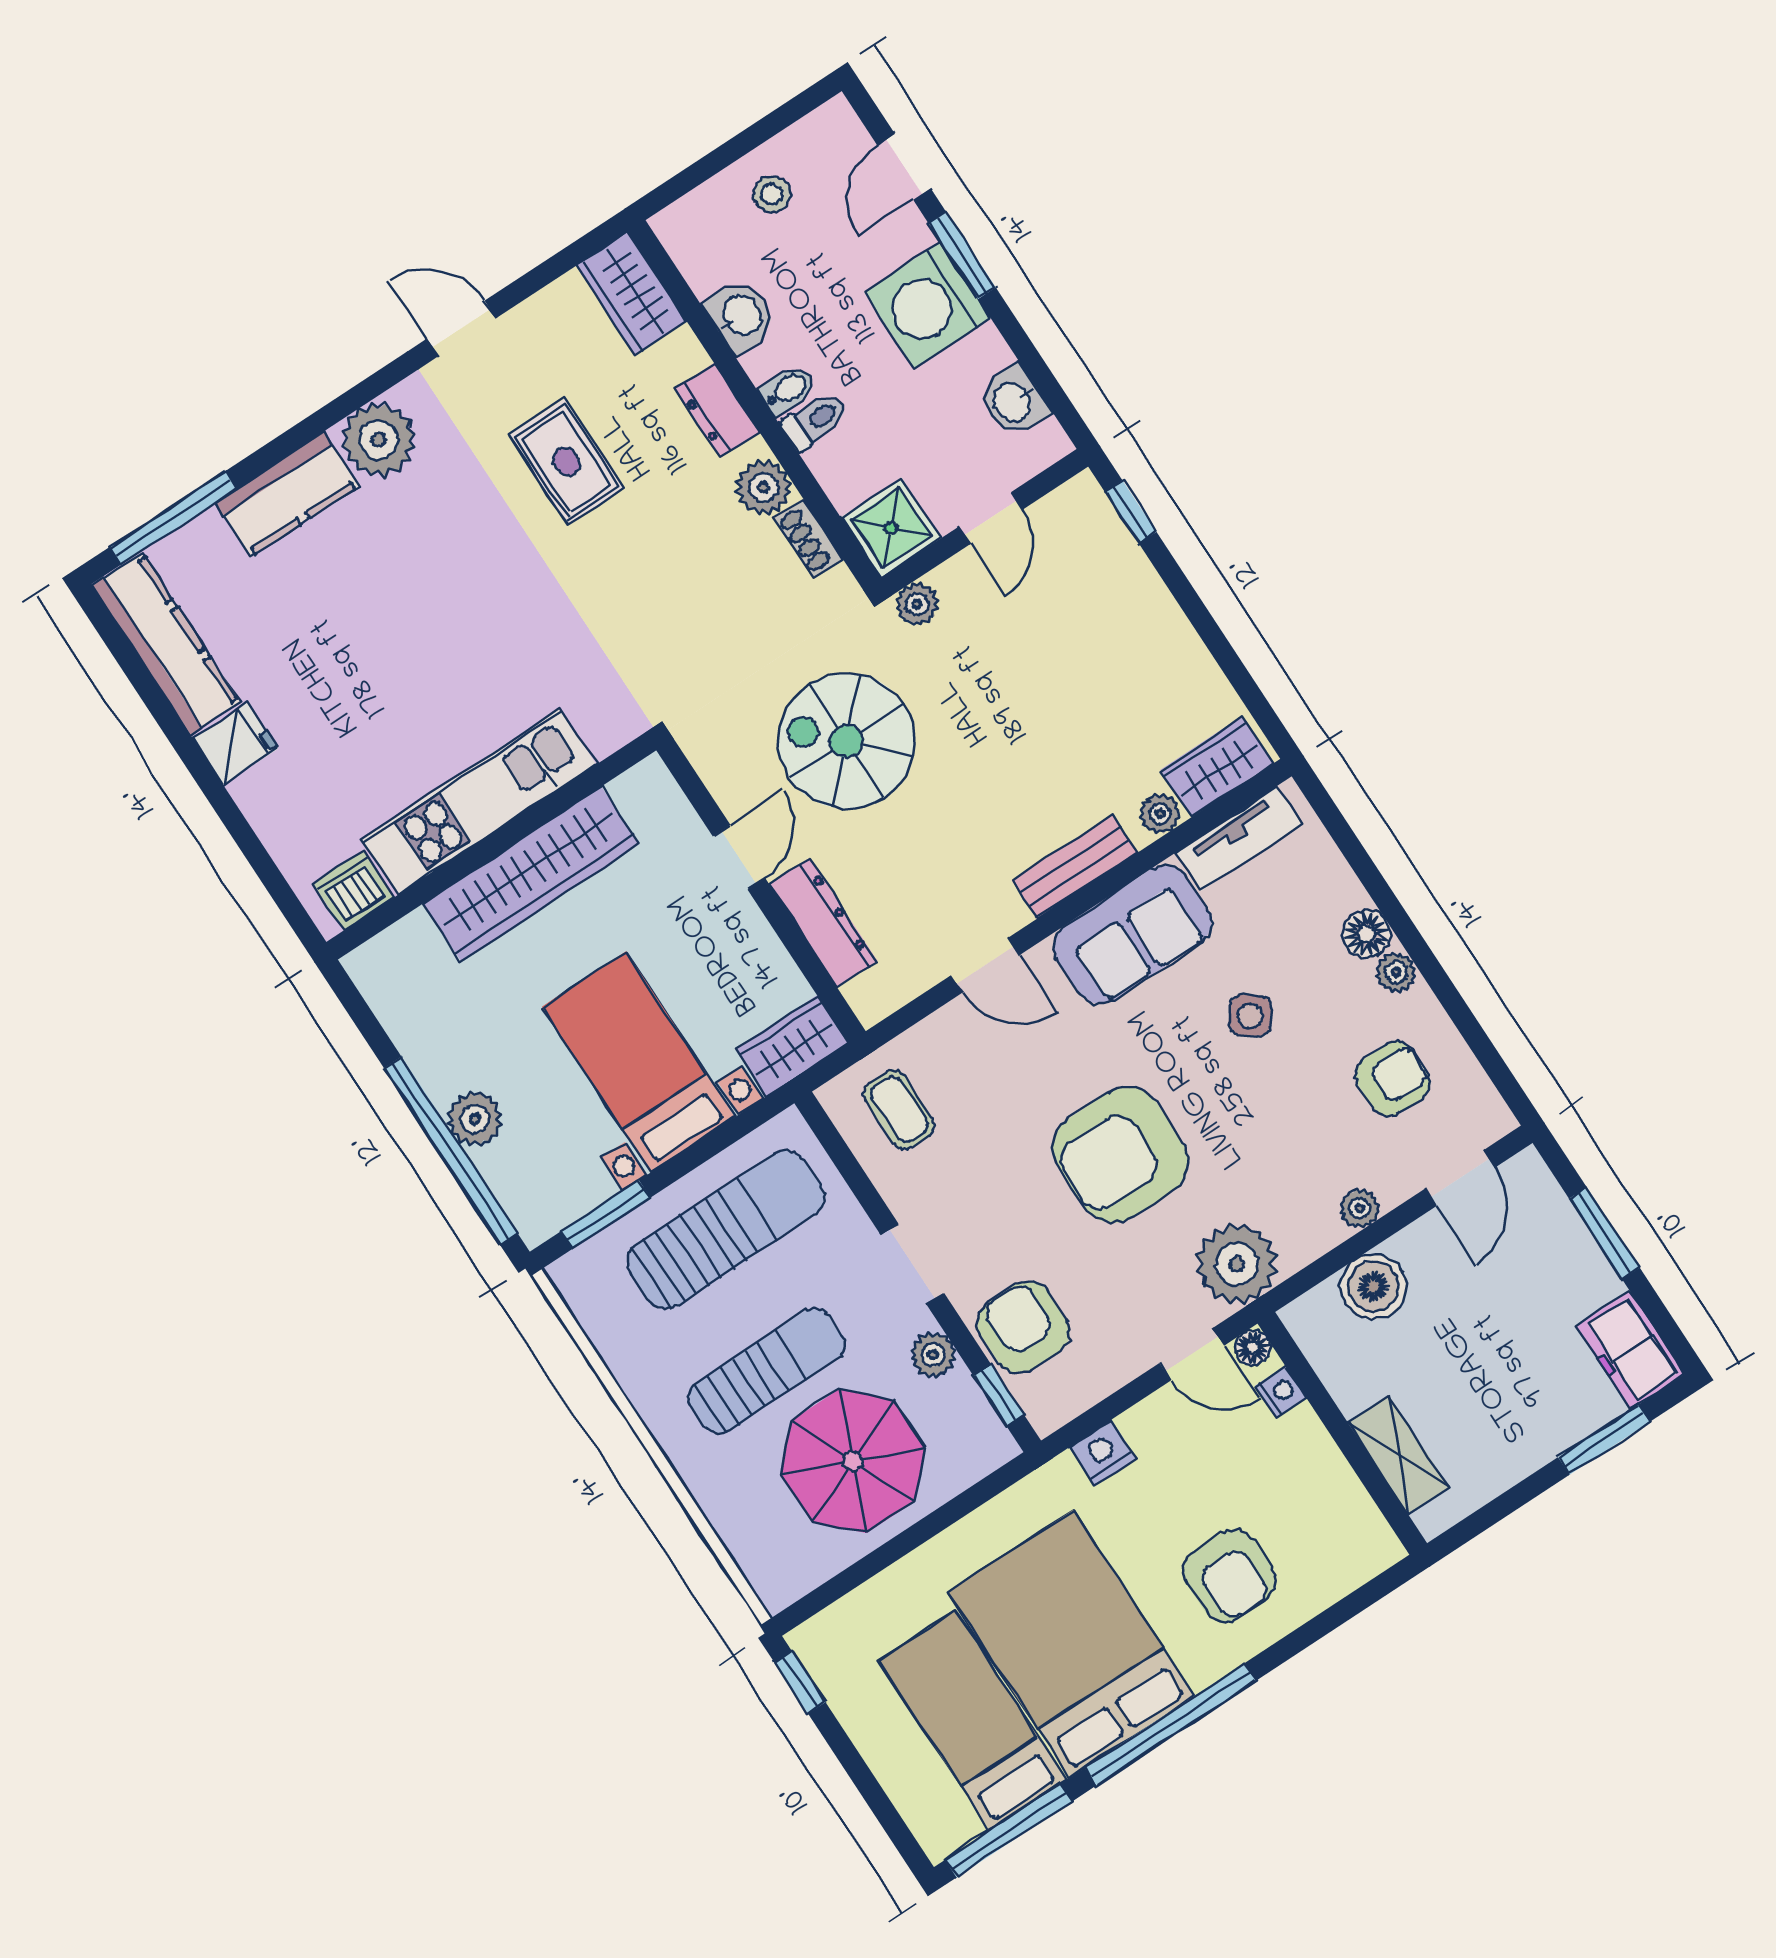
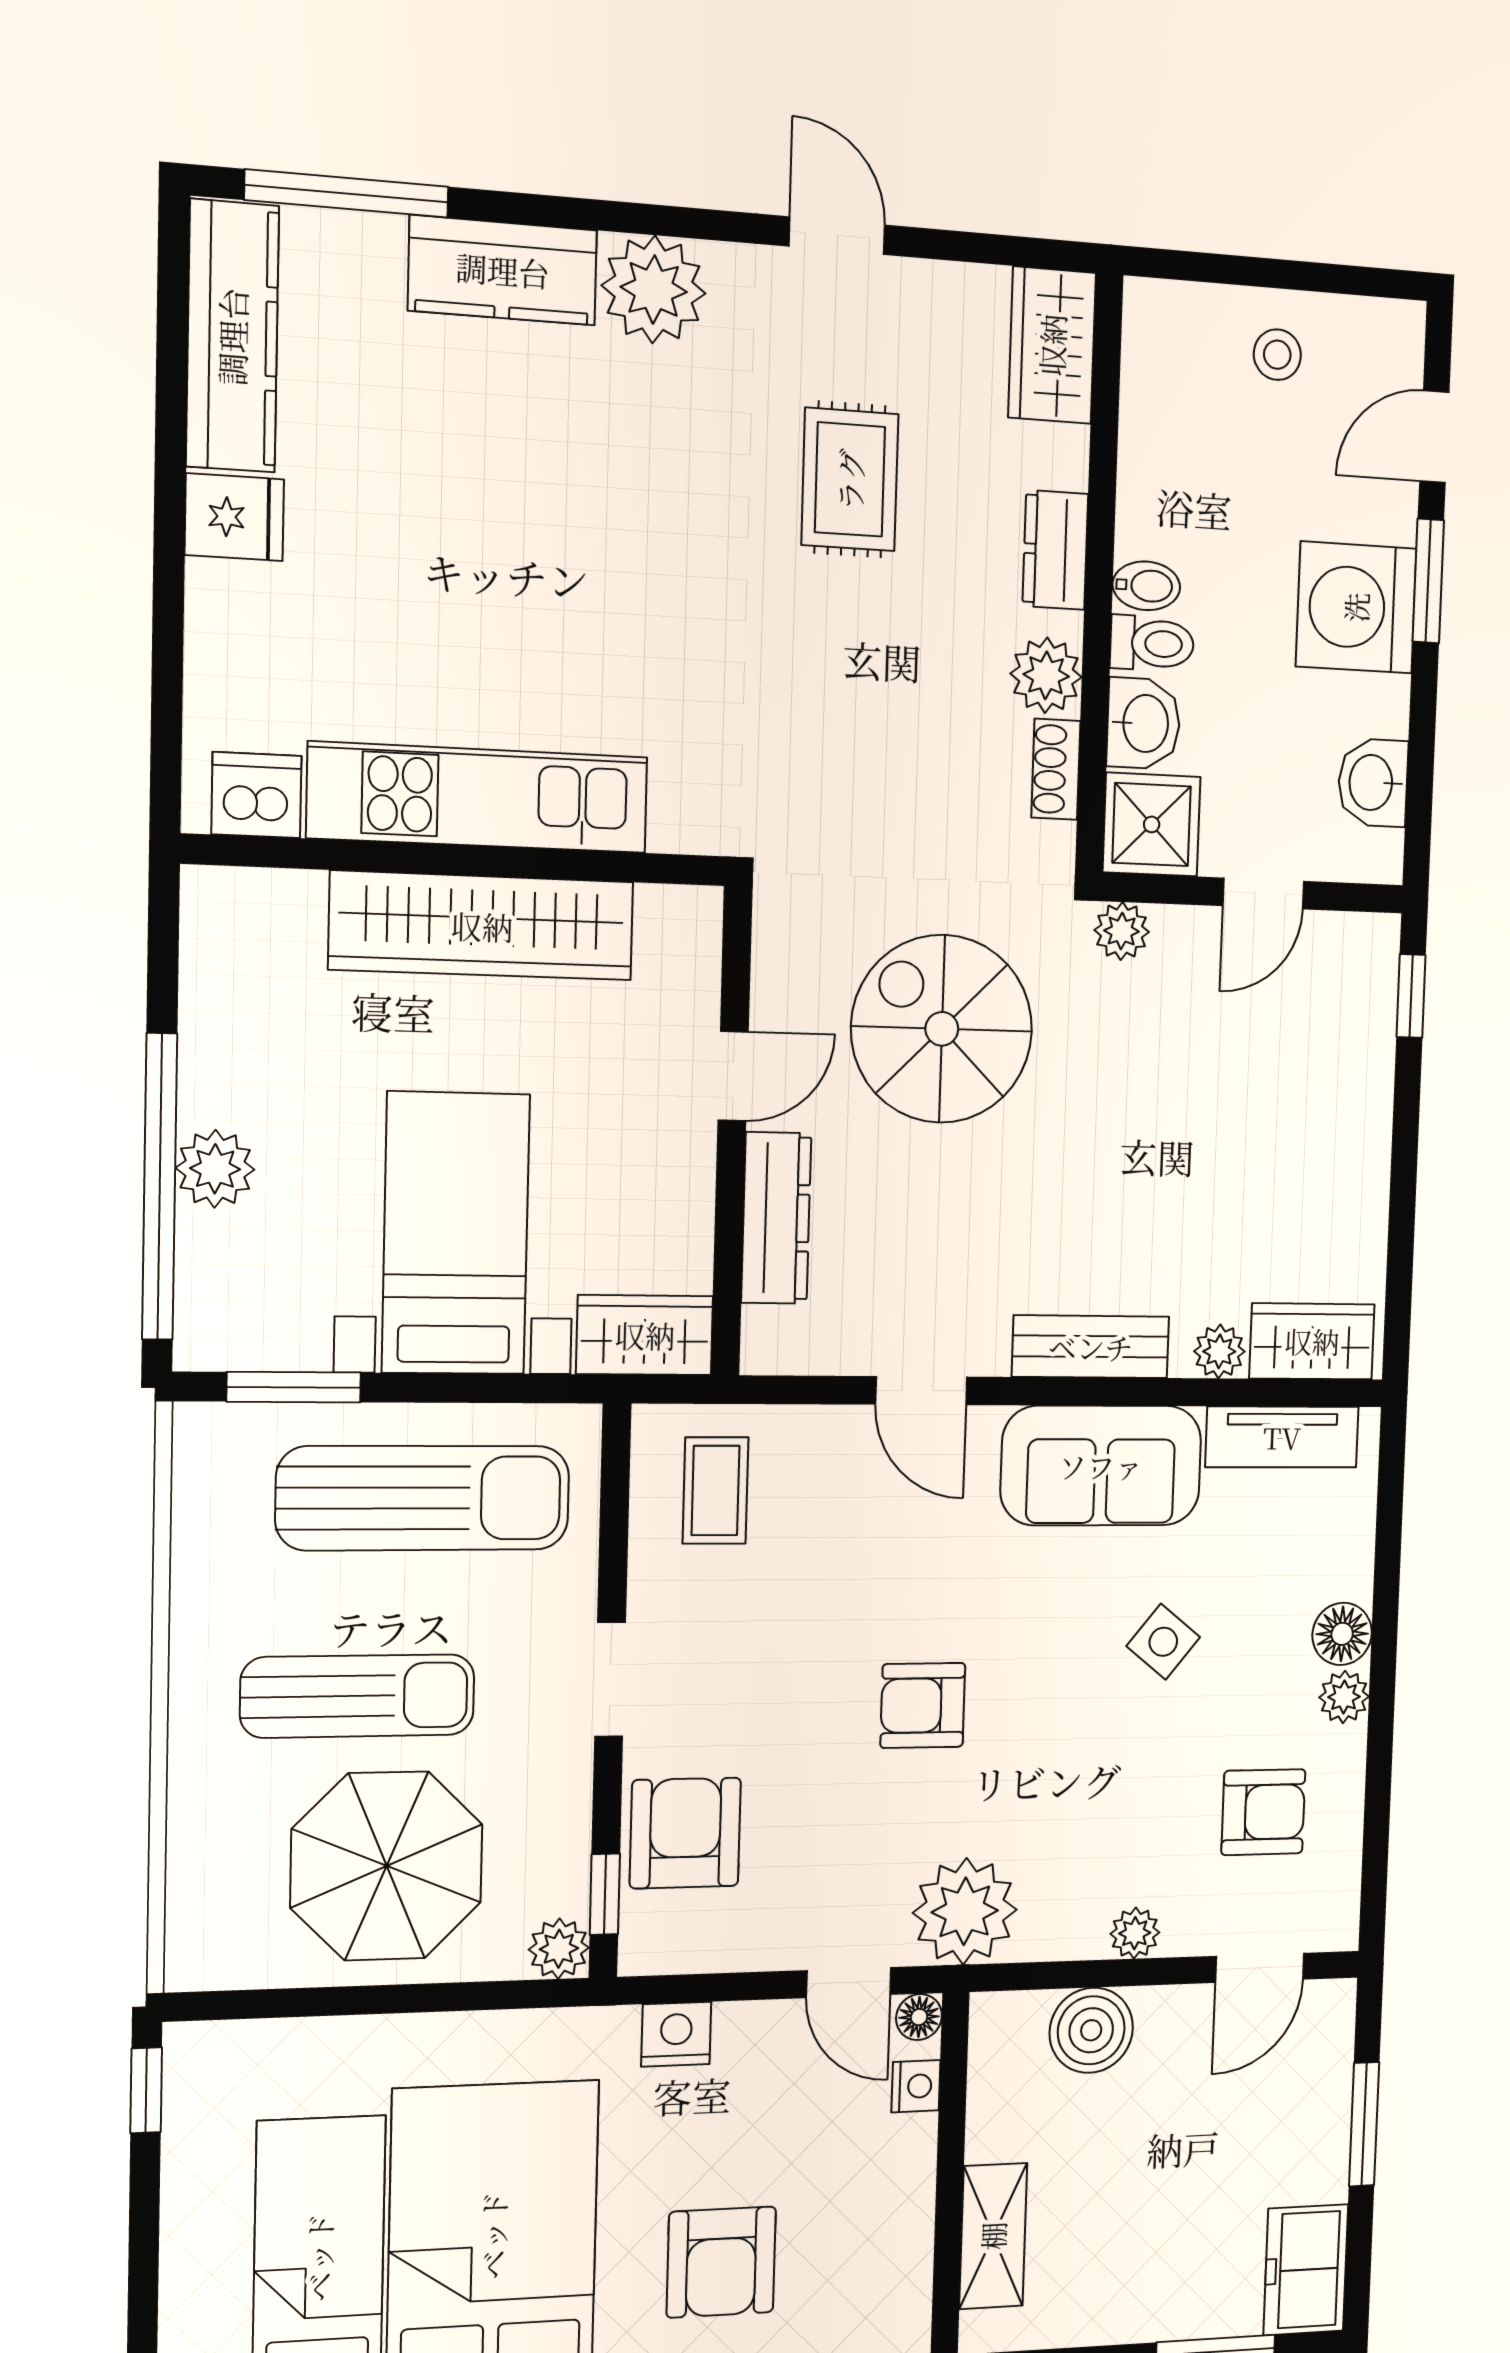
washbasin: (741, 316) -> (1144, 723), moved
armchair: (1120, 1155) -> (923, 1705), width x0.53, depth x0.53
plant: (933, 1355) -> (559, 1949), moved

